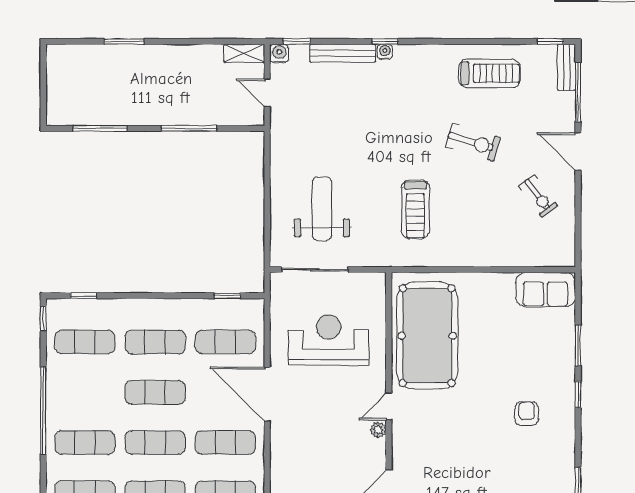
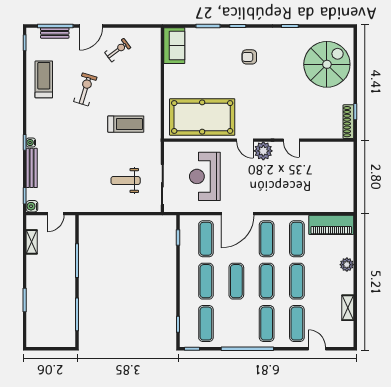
shelving: (244, 53) -> (32, 242), moved
bench: (566, 67) -> (55, 33), moved
weight bench: (322, 209) -> (126, 181), width x0.73, depth x0.75
plant: (378, 430) -> (263, 151), width x1.88, depth x1.88

